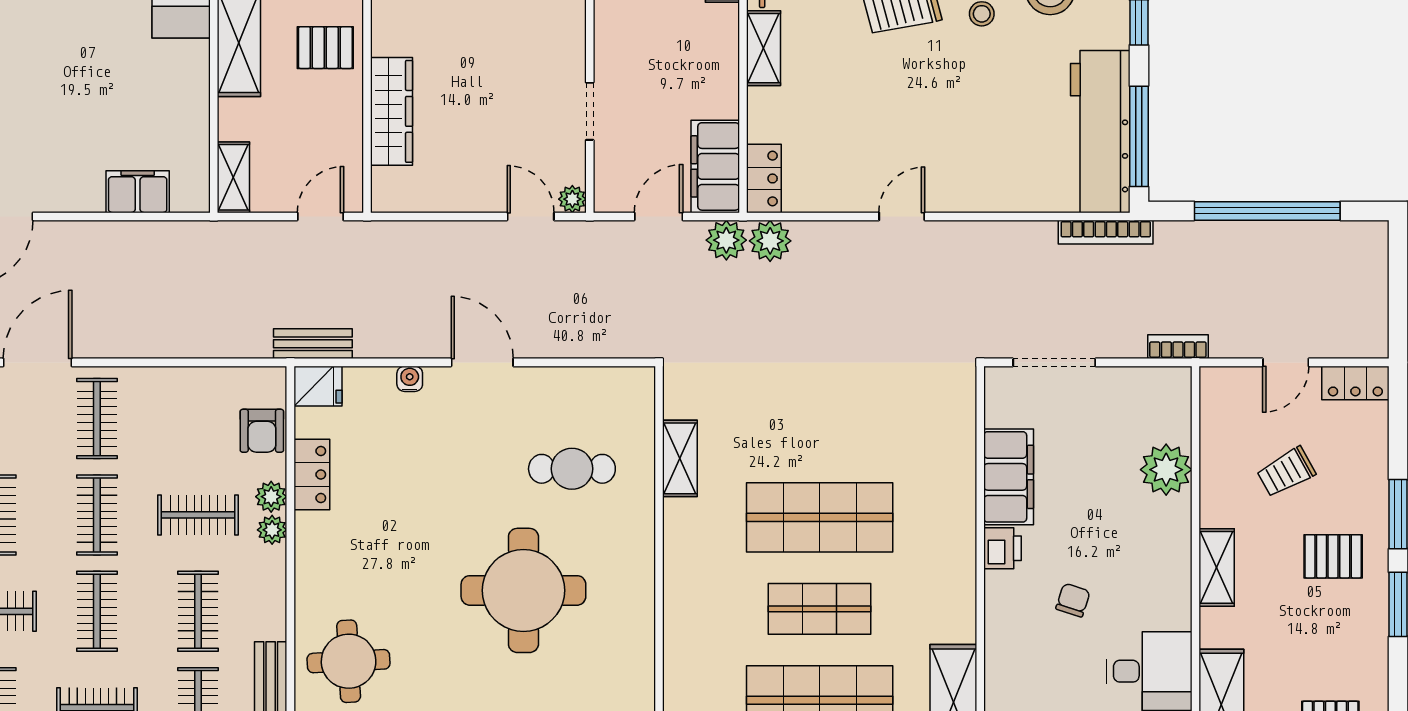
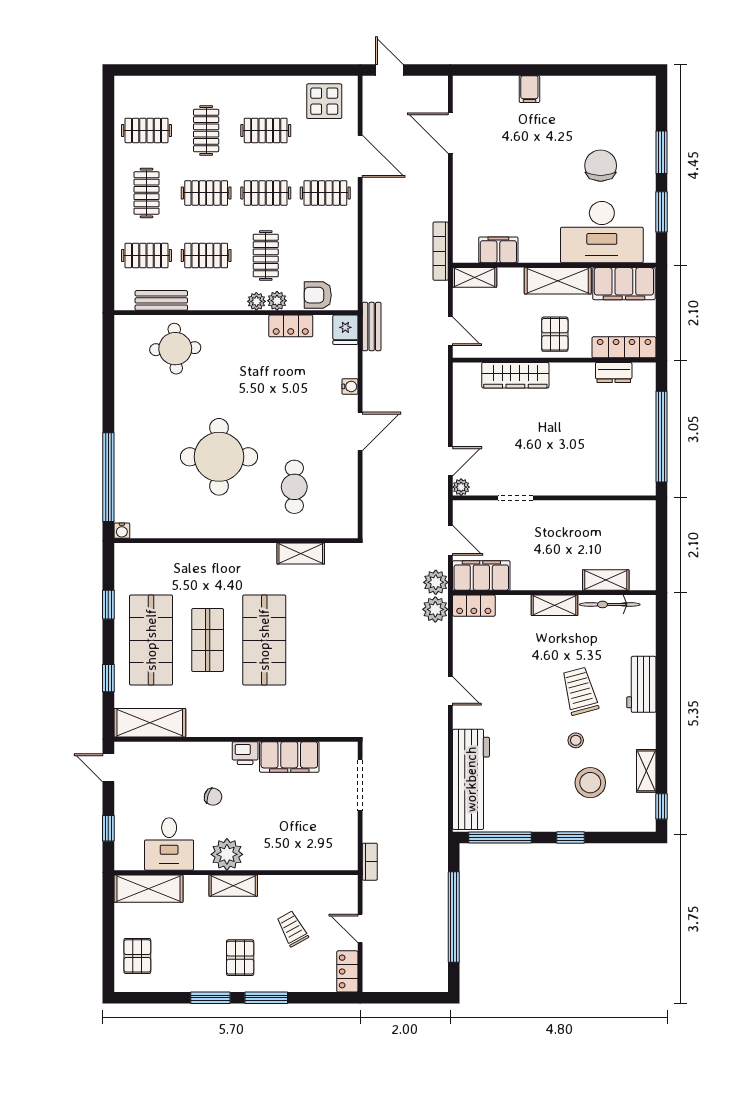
workbench: (1100, 132) -> (471, 779), moved, turned 90
filing cabinet: (138, 192) -> (498, 250), moved, turned -90
bookcase: (1106, 232) -> (441, 251), moved
plant: (1166, 470) -> (227, 854), moved

